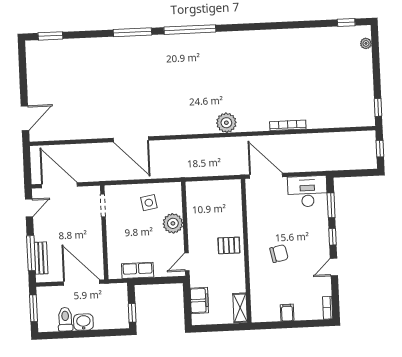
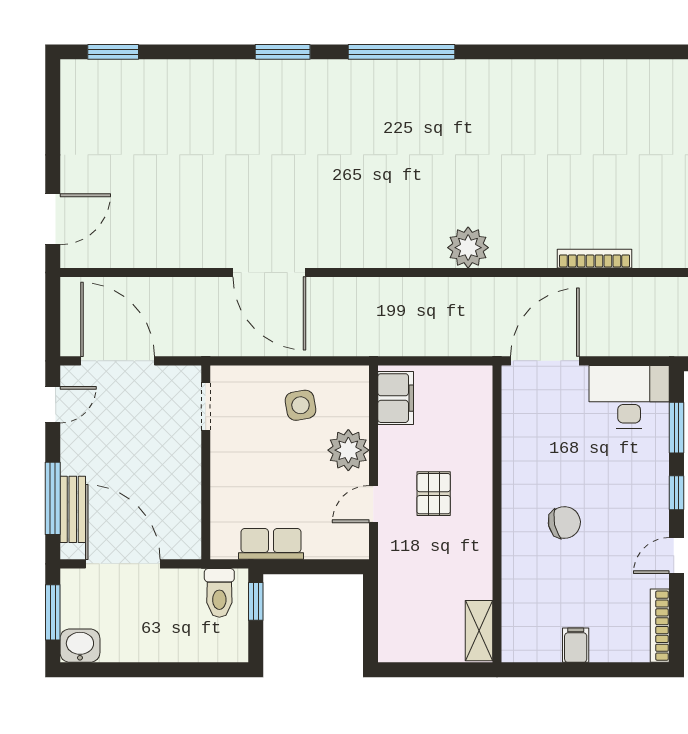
window: (132, 32) -> (283, 52), width x0.69
door: (266, 176) -> (545, 361), hinge flipped
pallet: (229, 245) -> (434, 494), moved, turned 90
door: (187, 262) -> (373, 504), moved
door: (82, 283) -> (123, 564), moved
filing cabinet: (199, 300) -> (396, 398), moved
bookcase: (328, 308) -> (660, 626), width x1.56
window: (132, 313) -> (256, 601), moved
toilet: (65, 319) -> (219, 593), moved, turned 180
washbasin: (83, 322) -> (80, 646), moved

